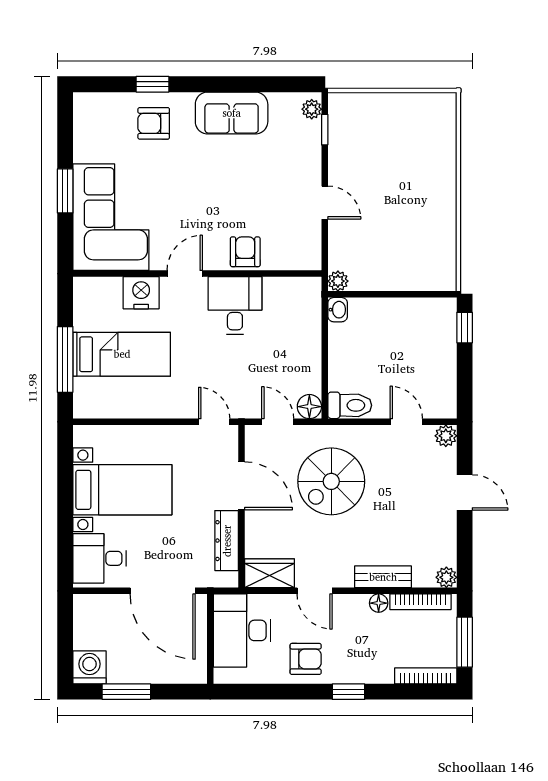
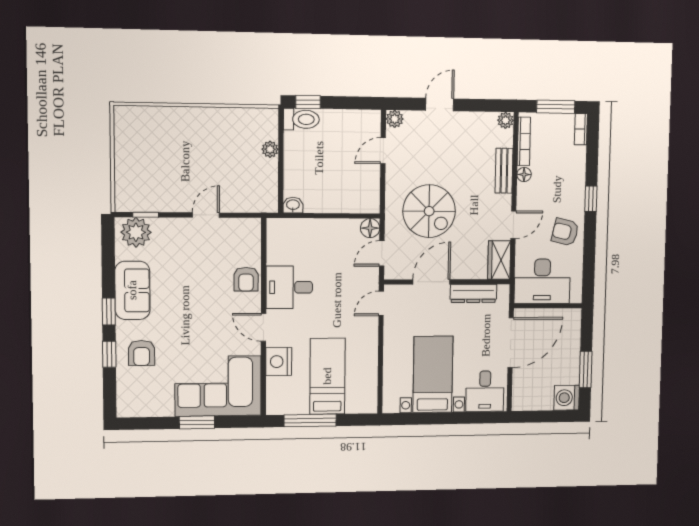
window: (206, 84) -> (109, 311), added
plant: (312, 109) -> (136, 232), width x1.88, depth x1.88
armchair: (245, 252) -> (246, 279), turned -90
plant: (338, 281) -> (270, 149), moved
window: (65, 359) -> (310, 420), moved
toilet: (350, 405) -> (301, 119), moved, turned 90
armchair: (306, 659) -> (565, 232), turned -77
bookcase: (426, 676) -> (581, 129), width x0.64

